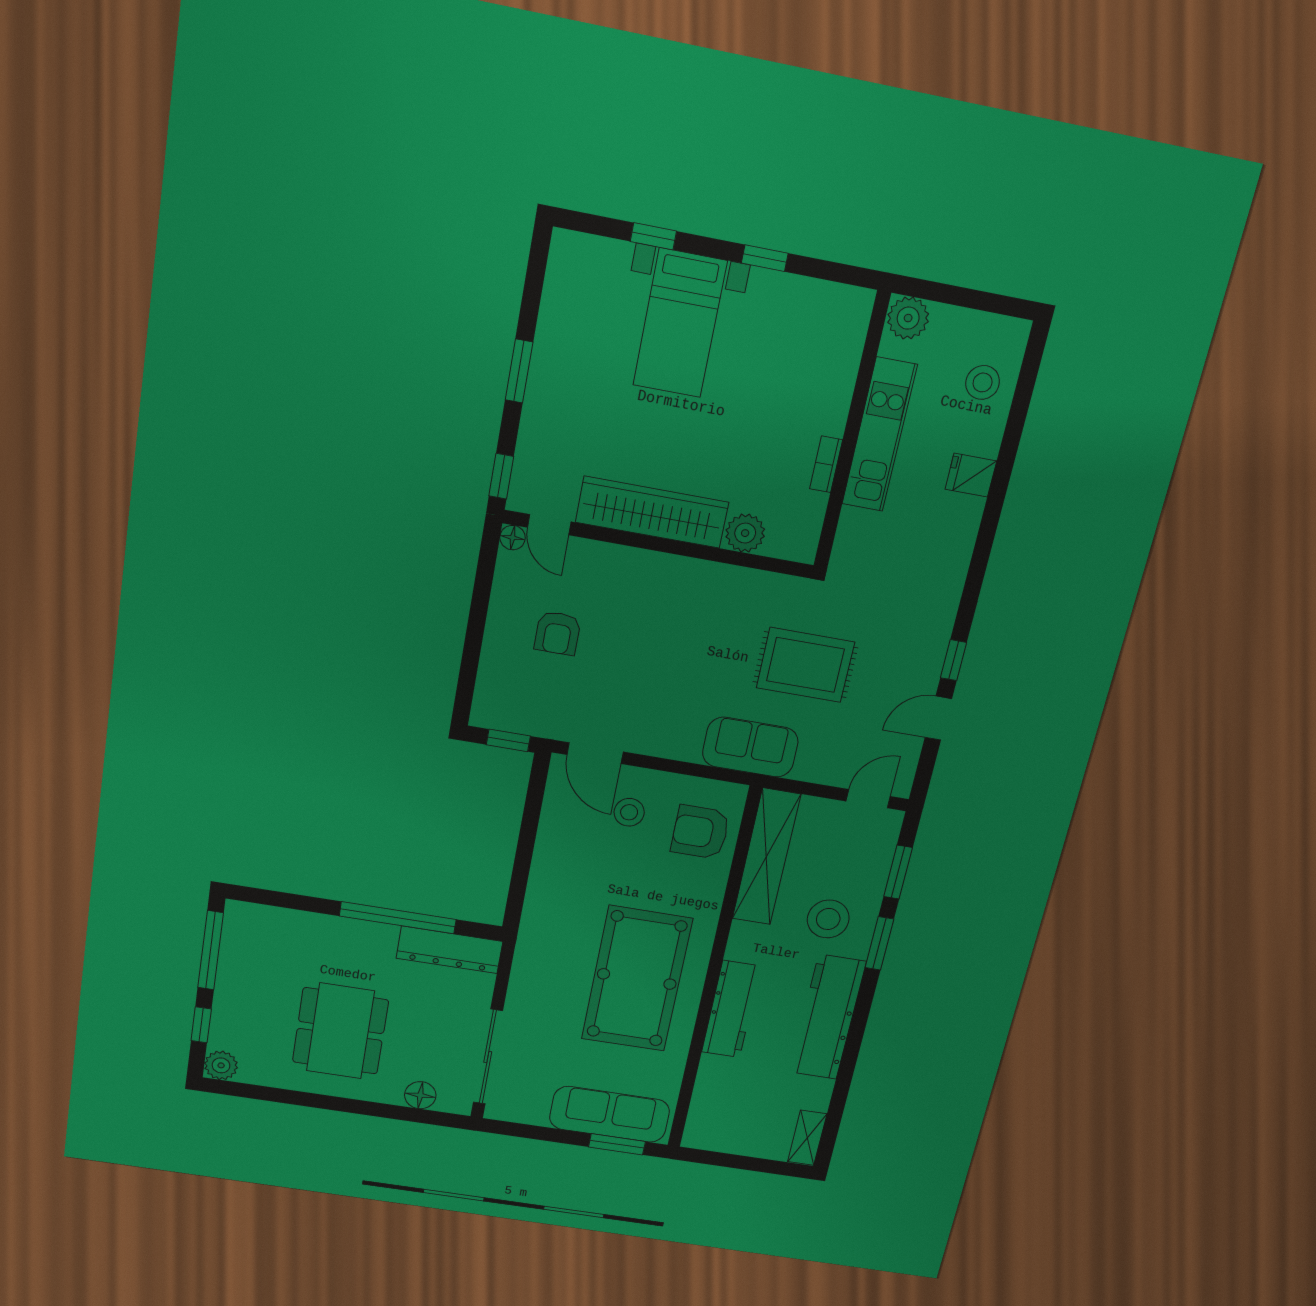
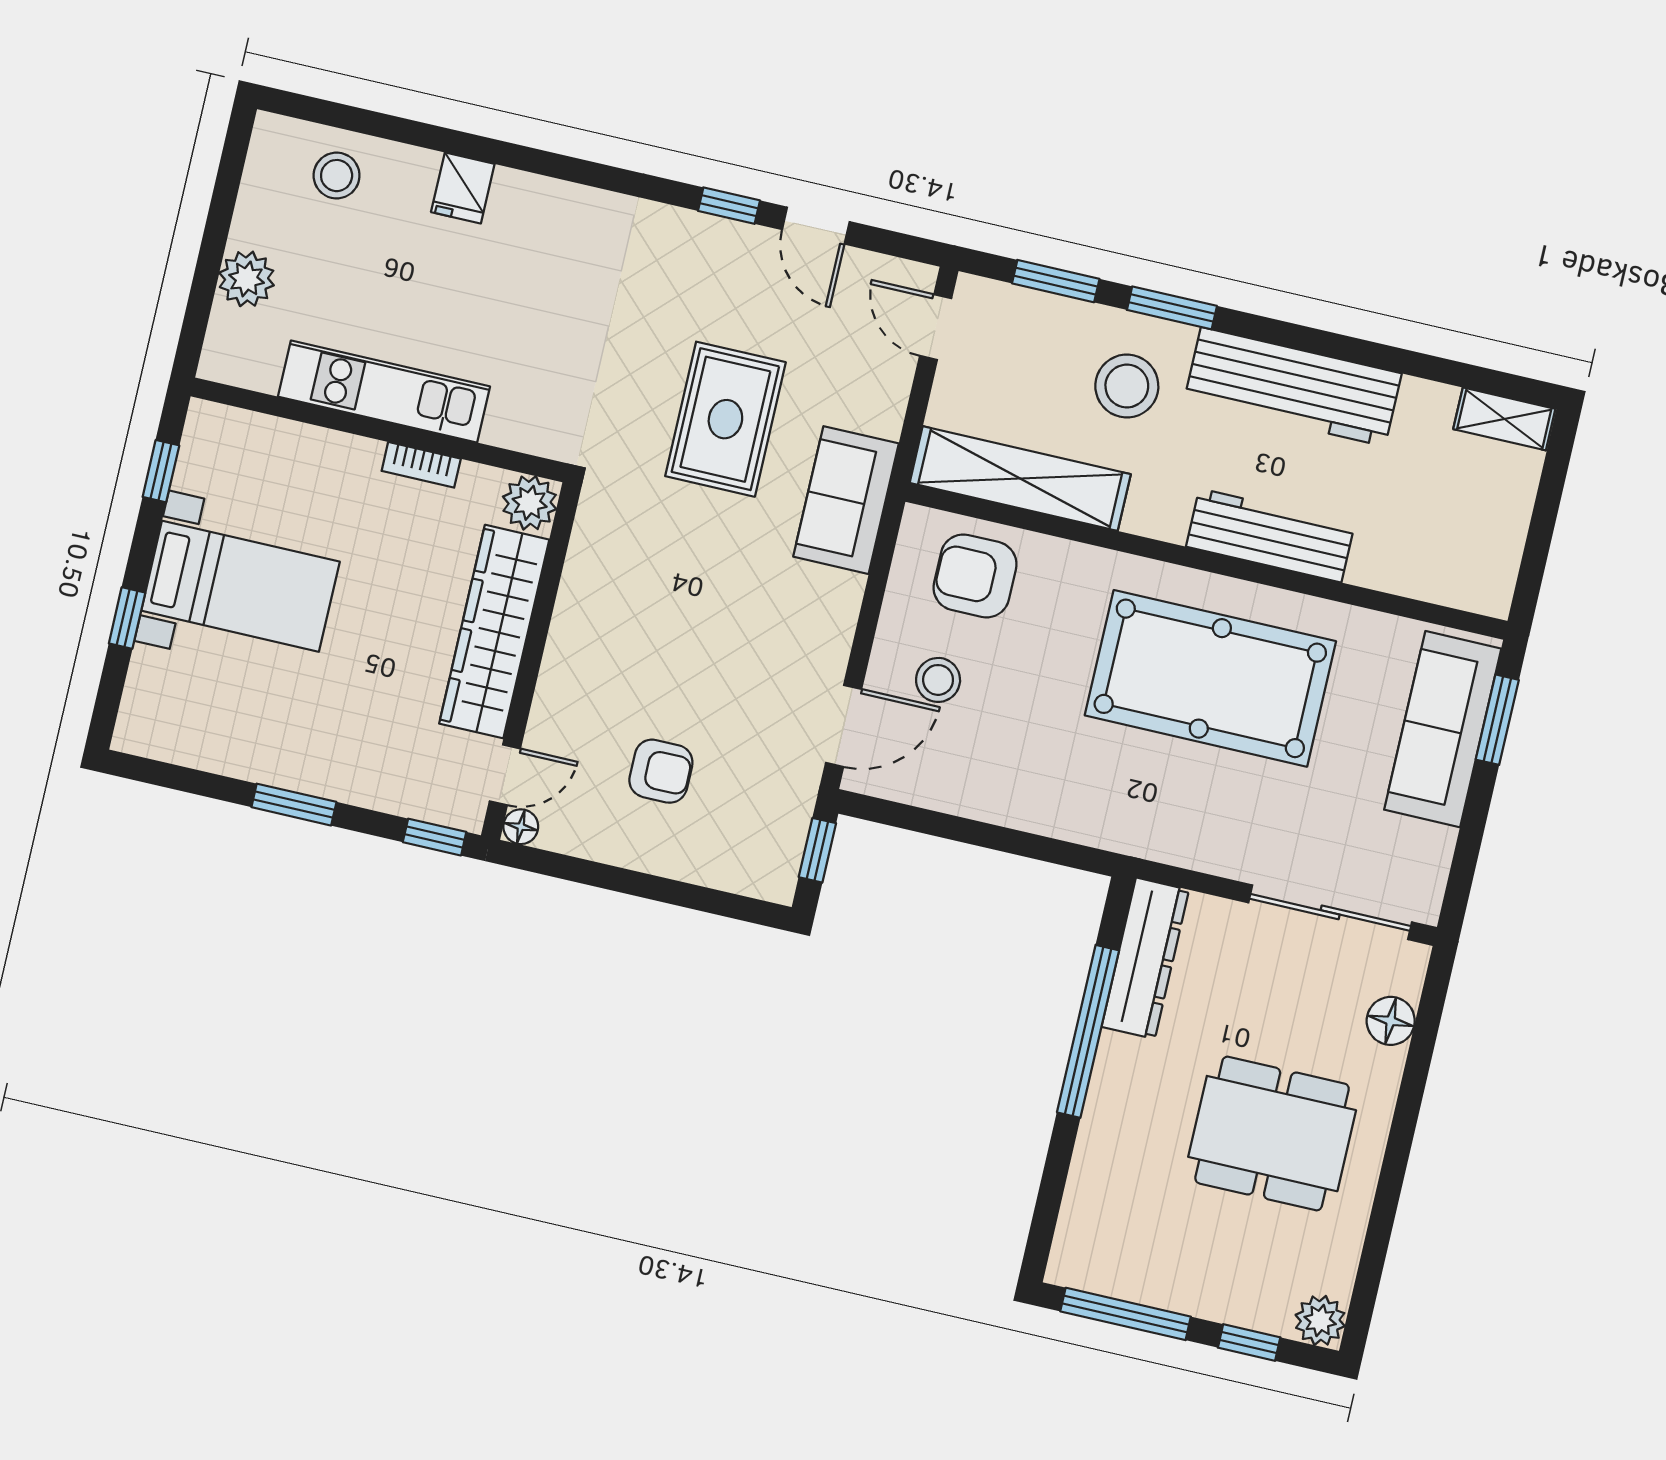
wall: (852, 432) -> (379, 430), moved
kitchen unit: (879, 435) -> (384, 392), moved
bookcase: (826, 464) -> (421, 465), moved
armchair: (700, 832) -> (975, 576), turned 90

